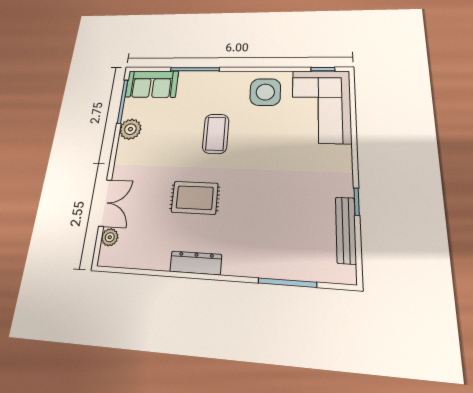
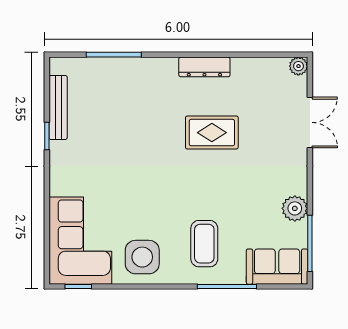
coffee table: (216, 134) -> (204, 244), moved
double door: (105, 203) -> (310, 122), swing flipped
plant: (110, 237) -> (298, 66), moved

